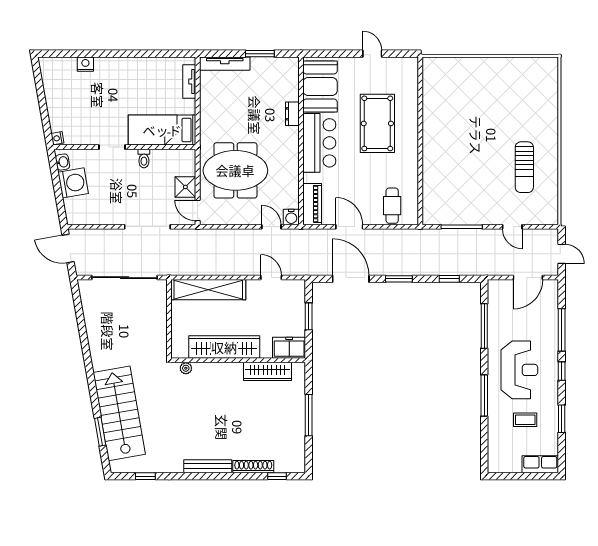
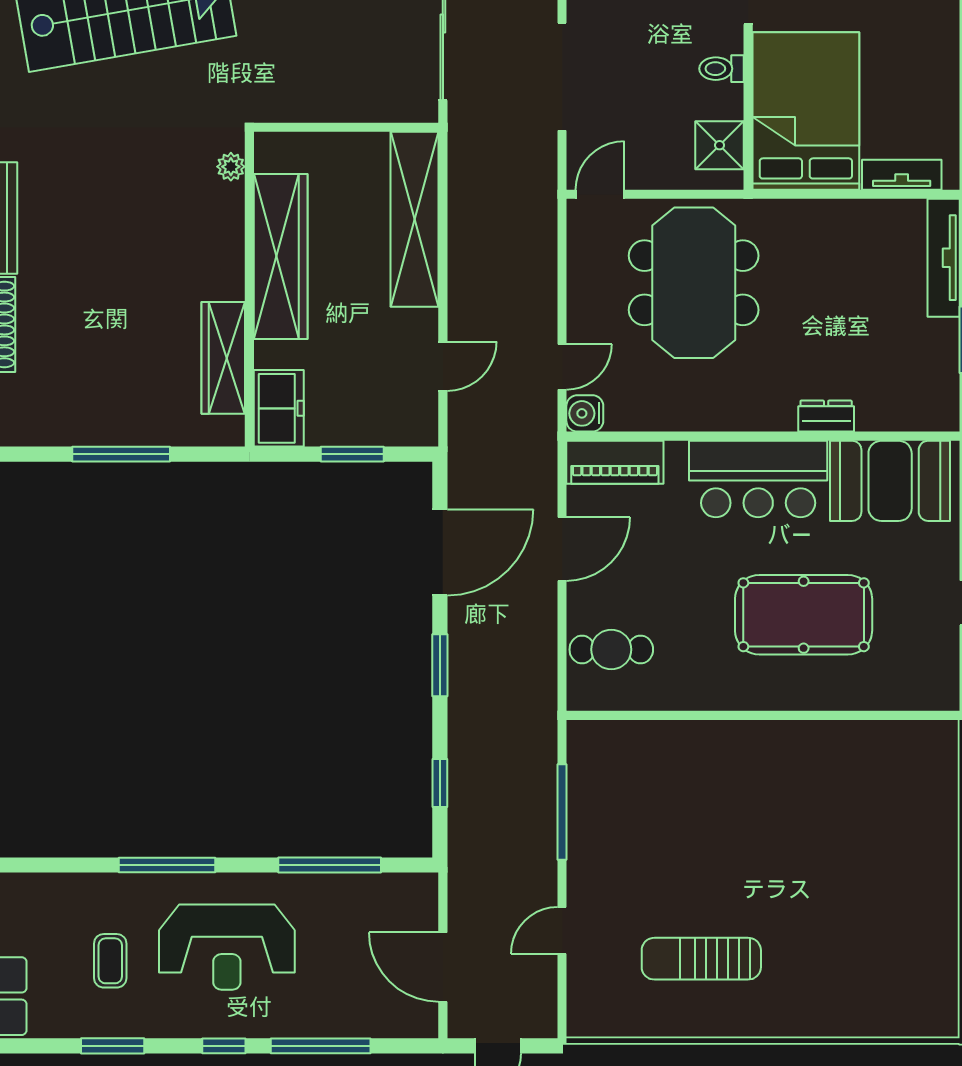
bed: (162, 130) -> (806, 111), width x1.50
shower: (185, 187) -> (720, 145), moved

